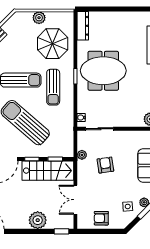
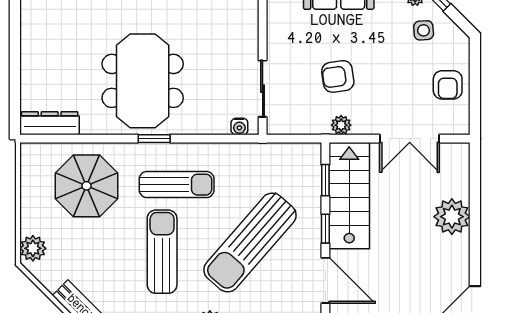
plant: (39, 18) -> (33, 248), moved
plant: (82, 155) -> (341, 125), moved
window: (62, 231) -> (475, 167), removed

